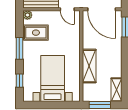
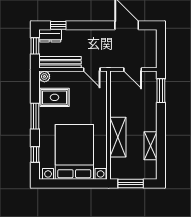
door: (102, 9) -> (133, 70), width x0.53
bed with nightstands: (53, 78) -> (74, 152), width x1.36
shelving: (117, 90) -> (150, 146), moved

